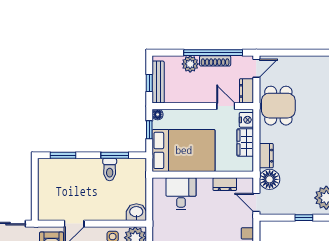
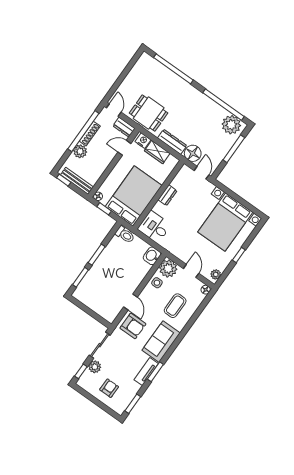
window: (149, 83) -> (64, 180), moved
window: (115, 155) -> (97, 255), moved
dresser: (266, 156) -> (172, 142), width x1.44
toilet: (110, 169) -> (125, 235), moved
dresser: (225, 184) -> (168, 195), moved
desk: (181, 194) -> (154, 227), moved
door: (256, 202) -> (202, 173), swing flipped
window: (304, 218) -> (234, 149), width x2.17

